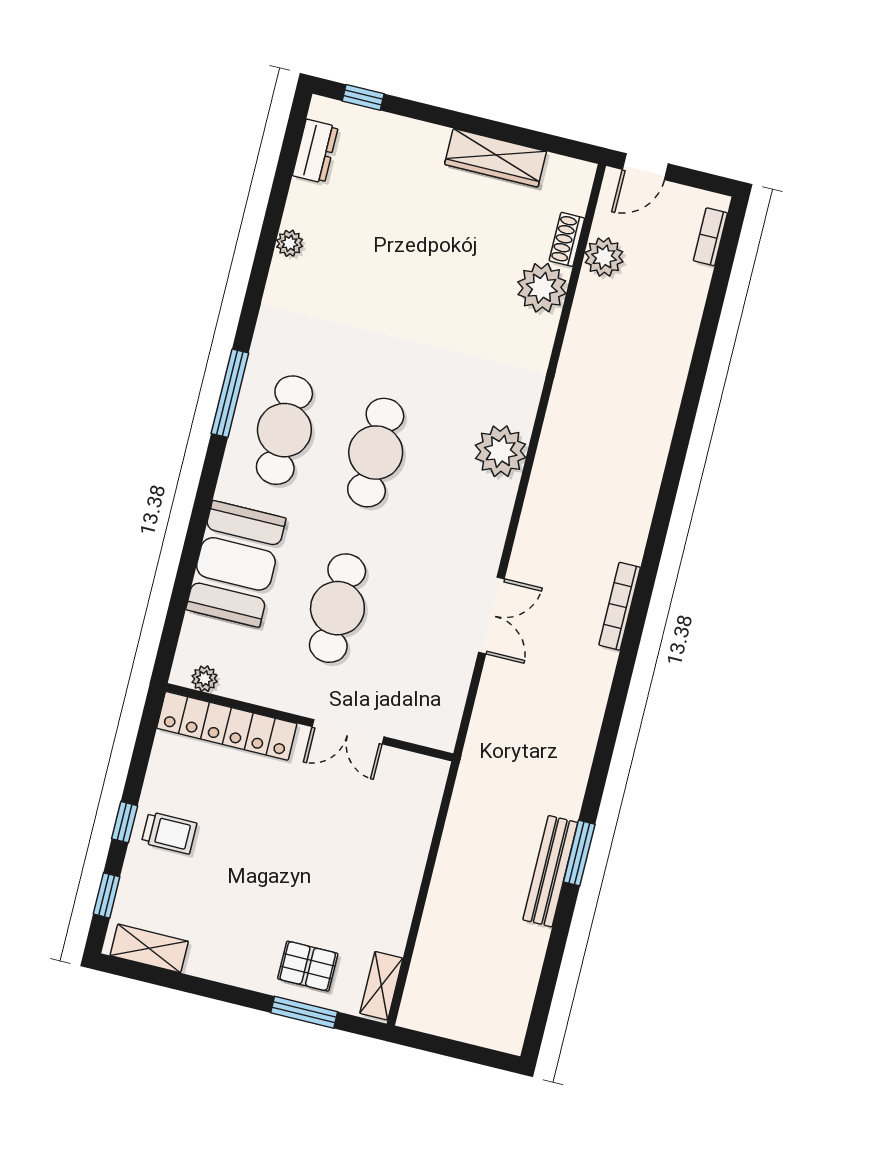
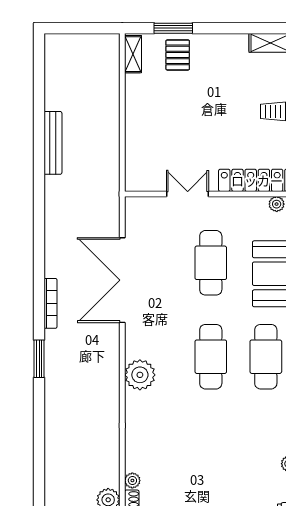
plant: (542, 288) -> (132, 480), width x0.53, depth x0.53
double door: (491, 615) -> (122, 280), width x1.87
window: (579, 853) -> (39, 359), moved
pallet: (308, 966) -> (178, 55), turned 90

